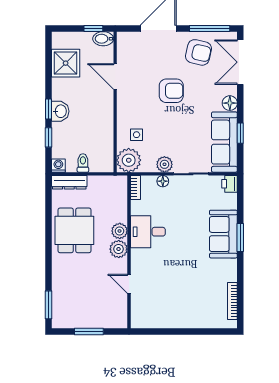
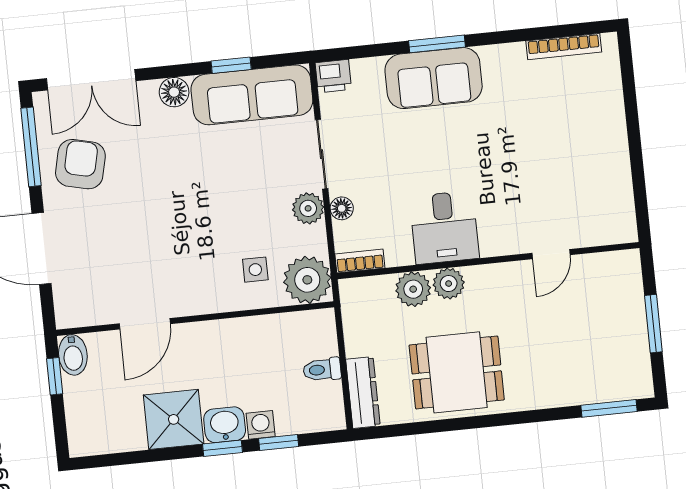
shower: (66, 63) -> (174, 419), moved
armchair: (171, 91) -> (162, 210), removed
washing machine: (58, 166) -> (261, 425), moved, turned 90
plant: (119, 249) -> (413, 289), moved

